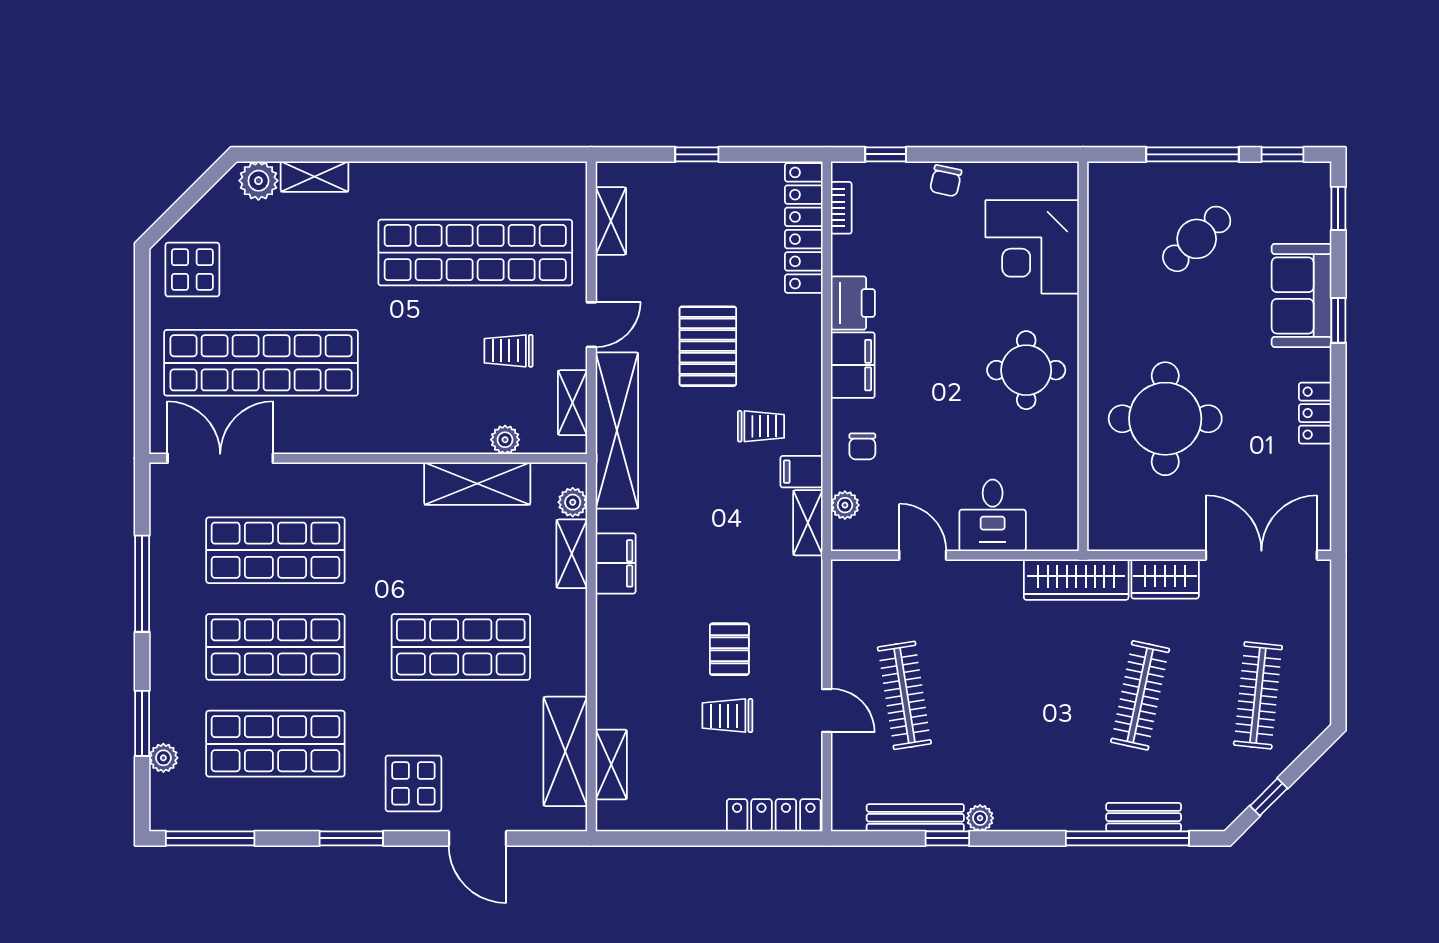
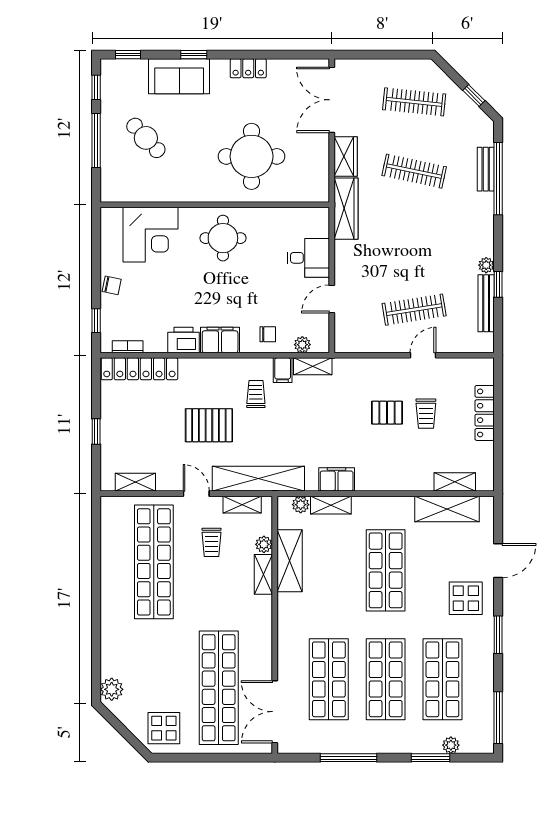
shelving: (315, 177) -> (263, 574), moved
locker: (774, 815) -> (485, 413), moved

